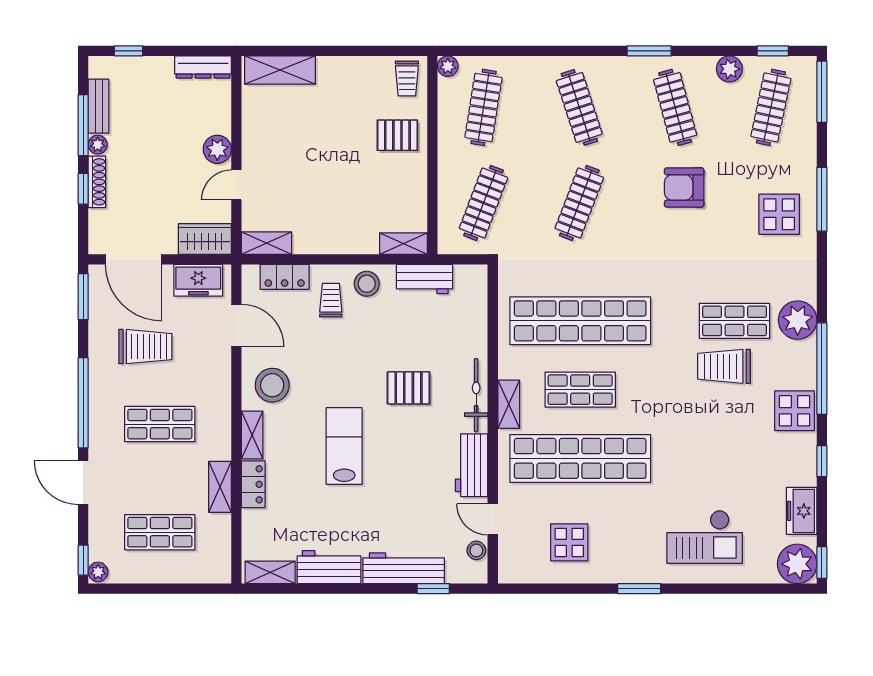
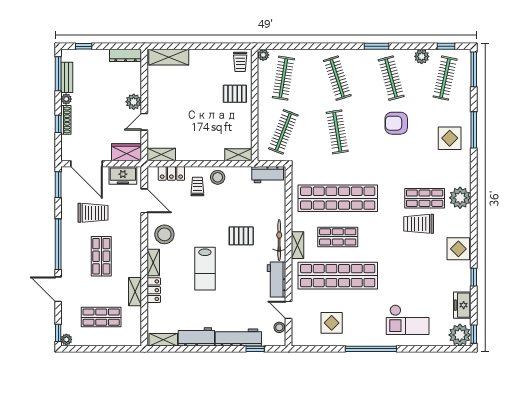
window: (83, 125) -> (58, 74), moved
clothes rail: (579, 203) -> (337, 132), turned -30
workbench: (425, 279) -> (268, 175), moved
window: (822, 369) -> (474, 225), removed
shop shelf: (160, 424) -> (101, 256), turned 90
lab bench: (344, 446) -> (205, 269), turned 180
window: (639, 589) -> (371, 349), width x2.11

